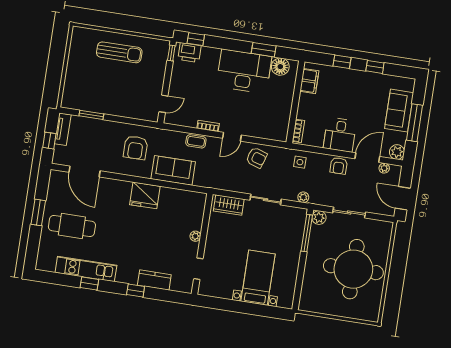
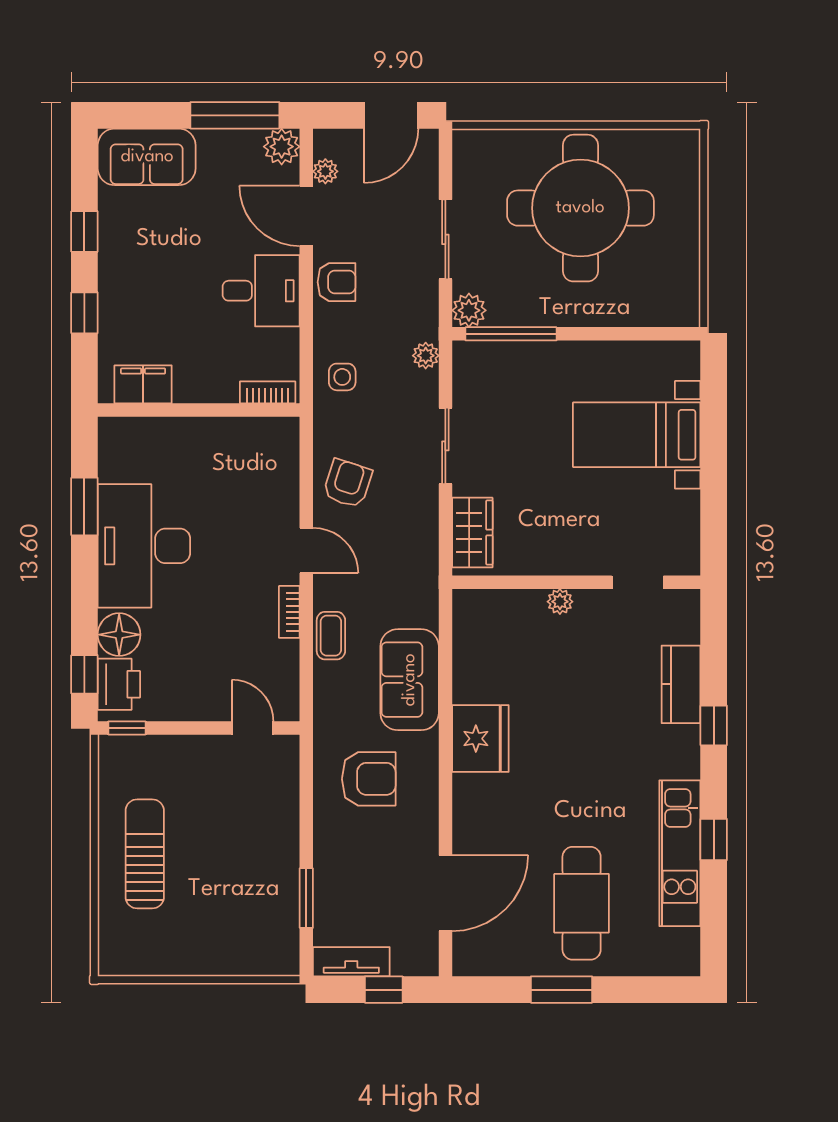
floor lamp: (280, 67) -> (119, 635), moved
sofa: (399, 111) -> (147, 157), moved
window: (414, 123) -> (235, 115), moved

